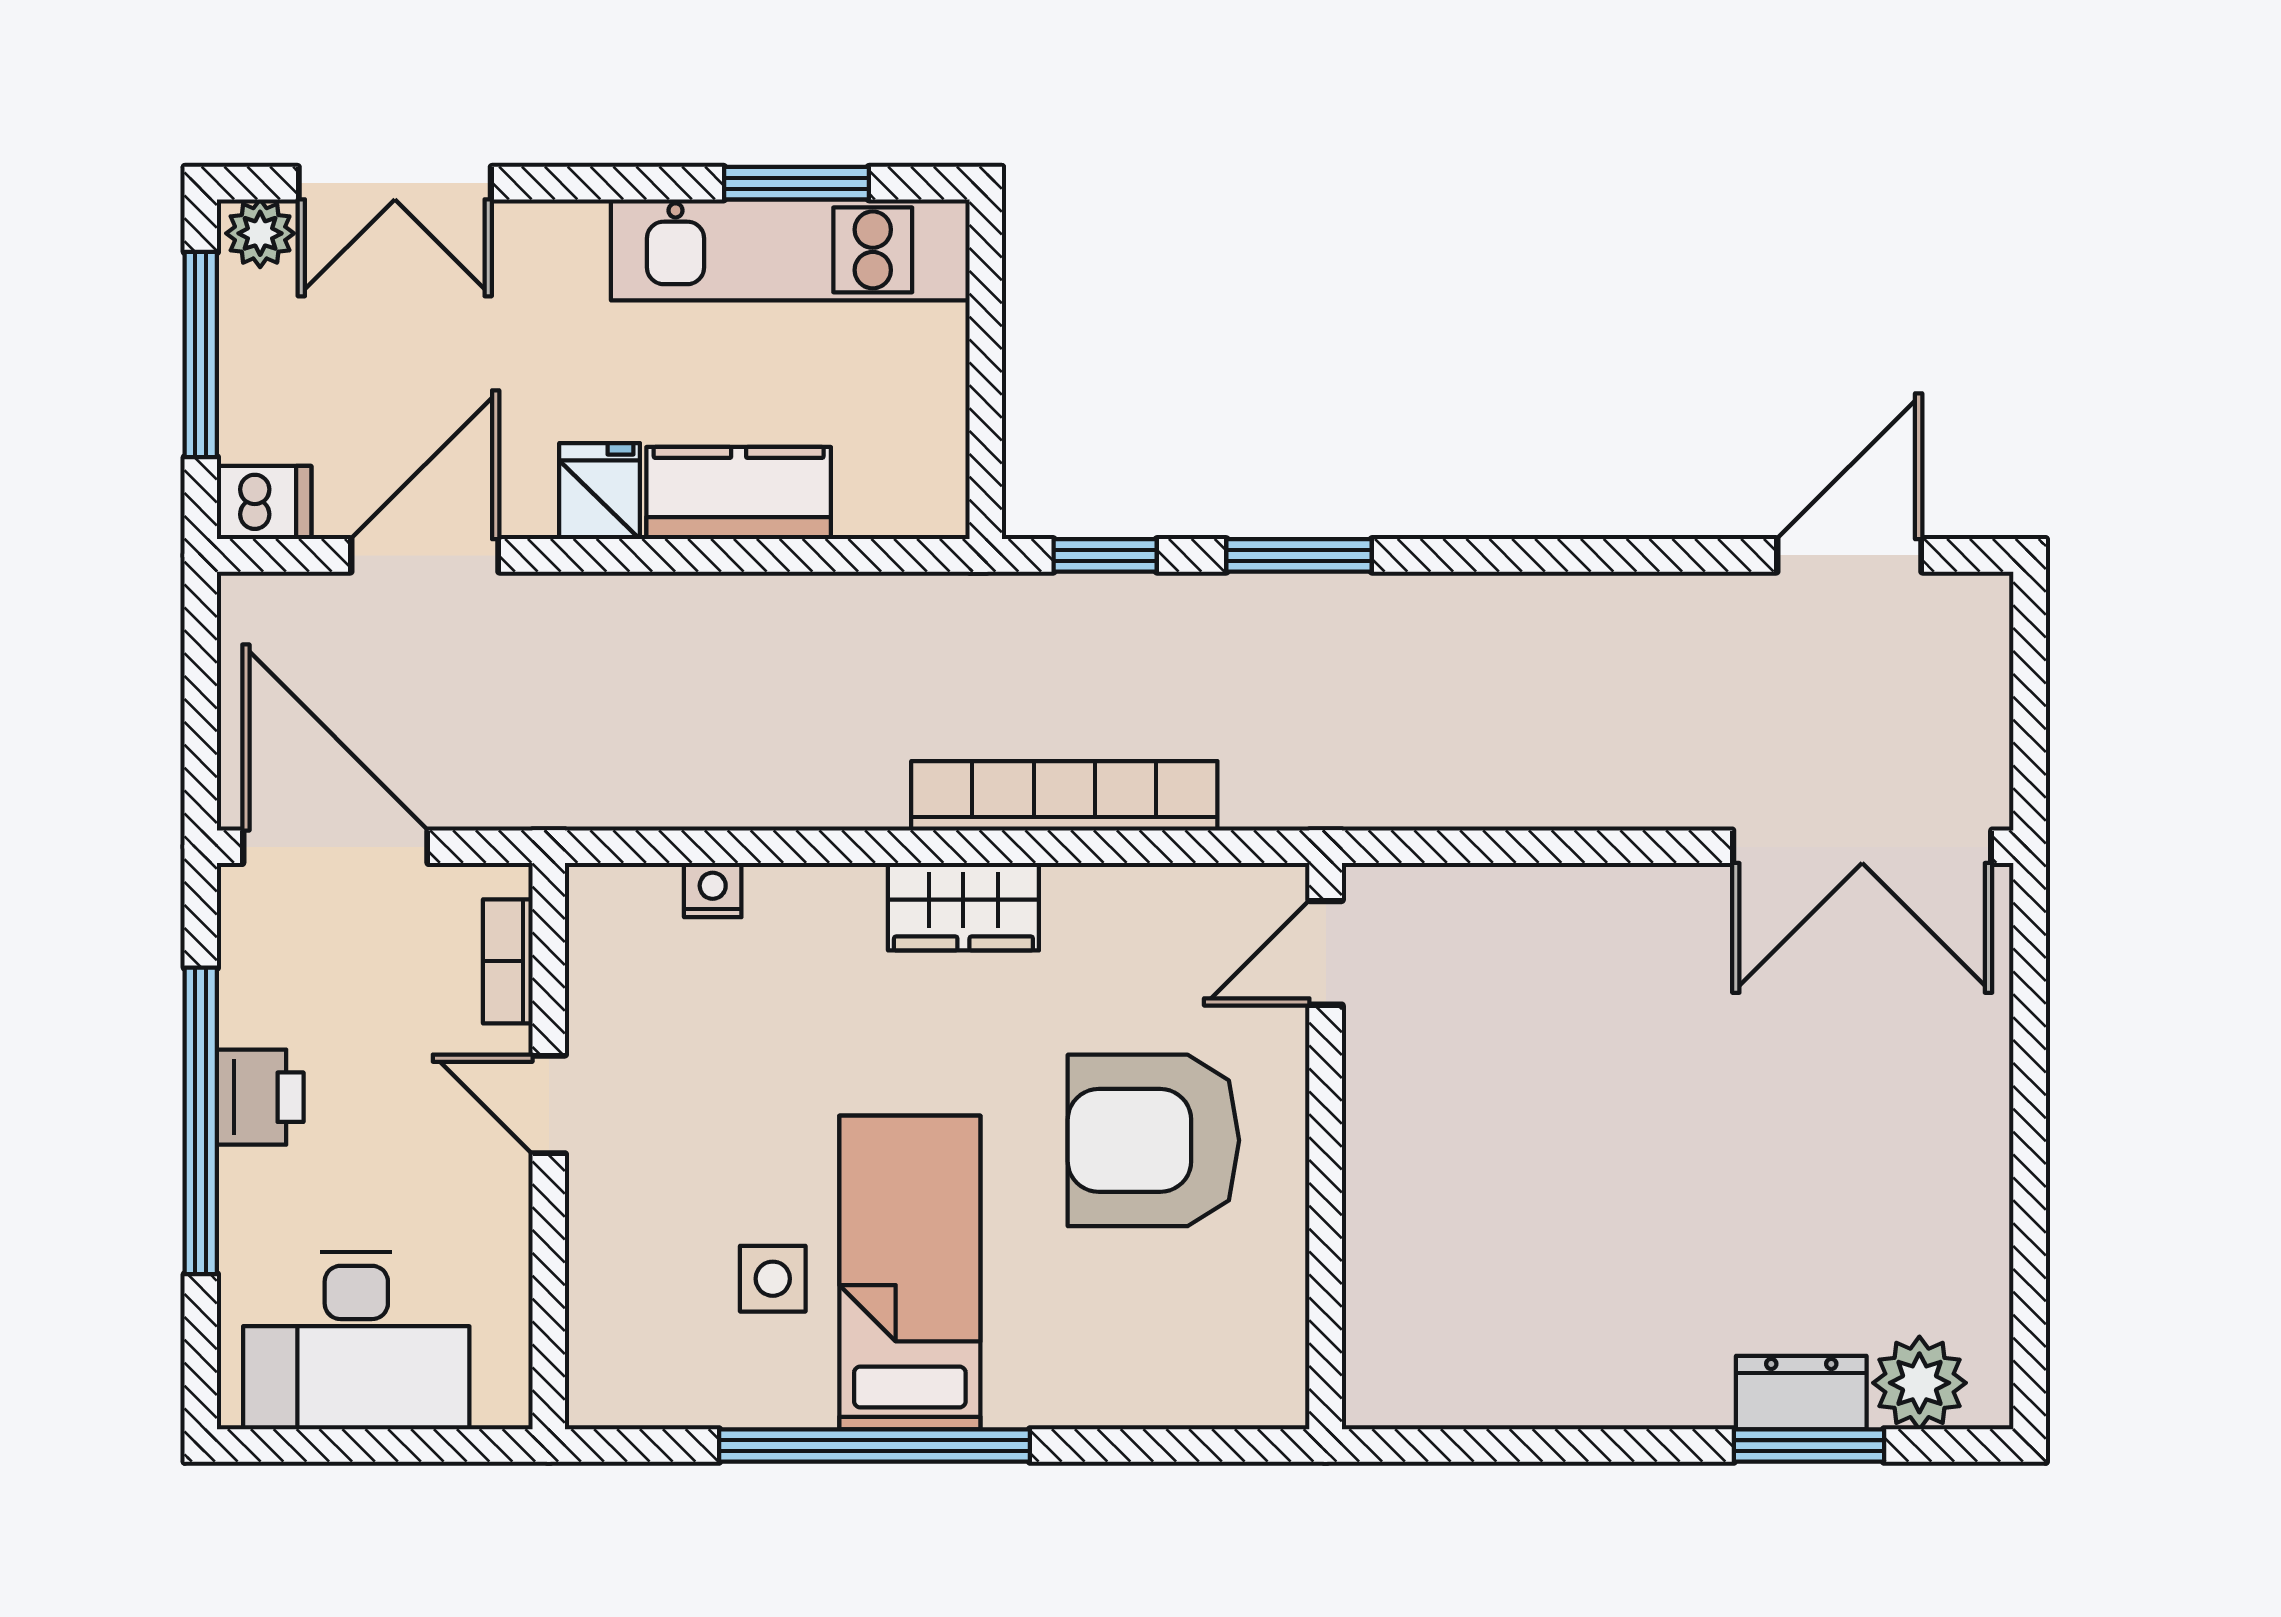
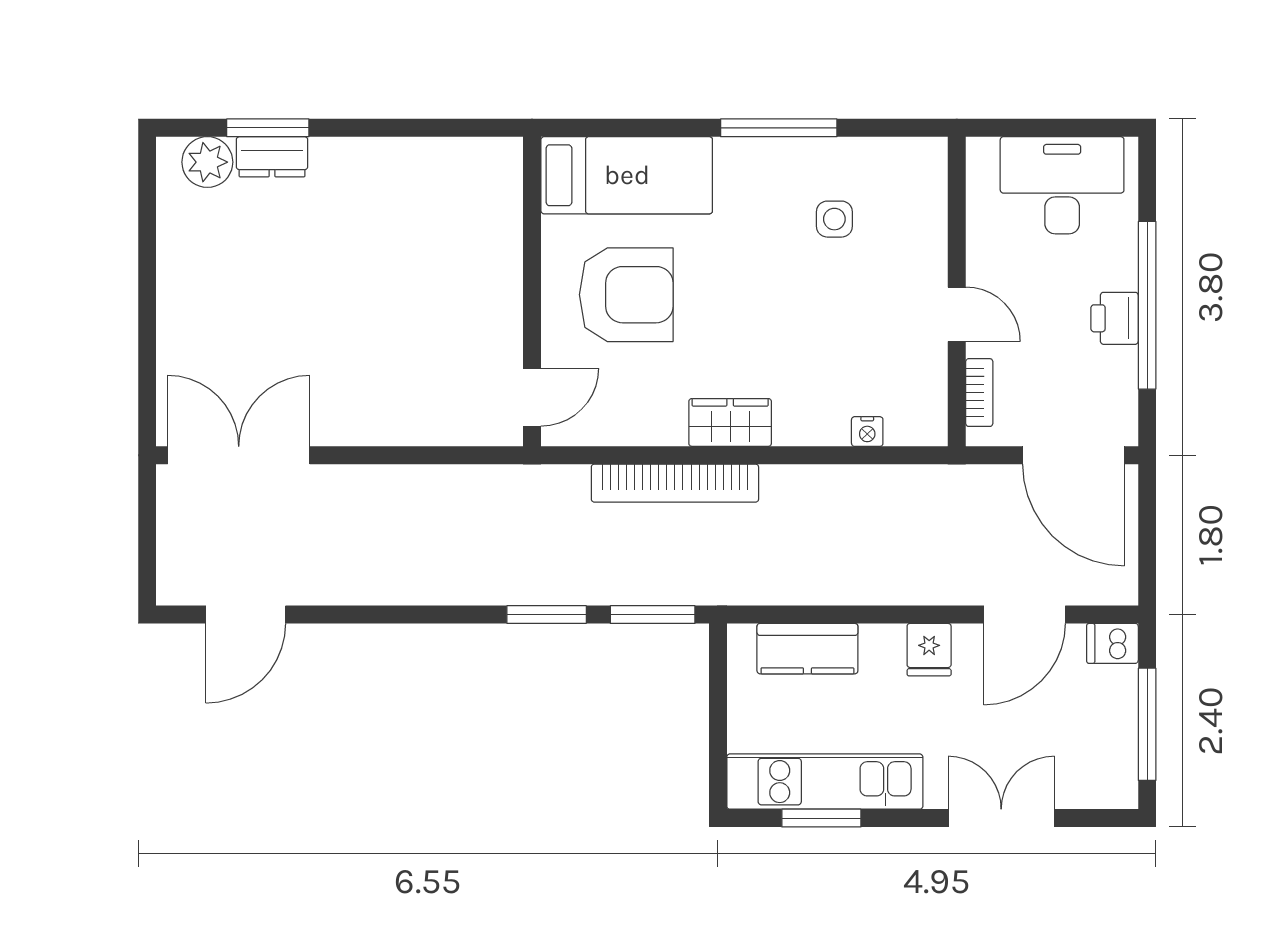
double door: (395, 183) -> (1001, 818), moved
plant: (260, 233) -> (1115, 791), removed
kitchen counter: (739, 493) -> (807, 649), moved
window: (1105, 555) -> (653, 615), width x1.50
bed: (910, 1272) -> (627, 175), moved, turned -90
window: (875, 1446) -> (779, 128), width x0.68

